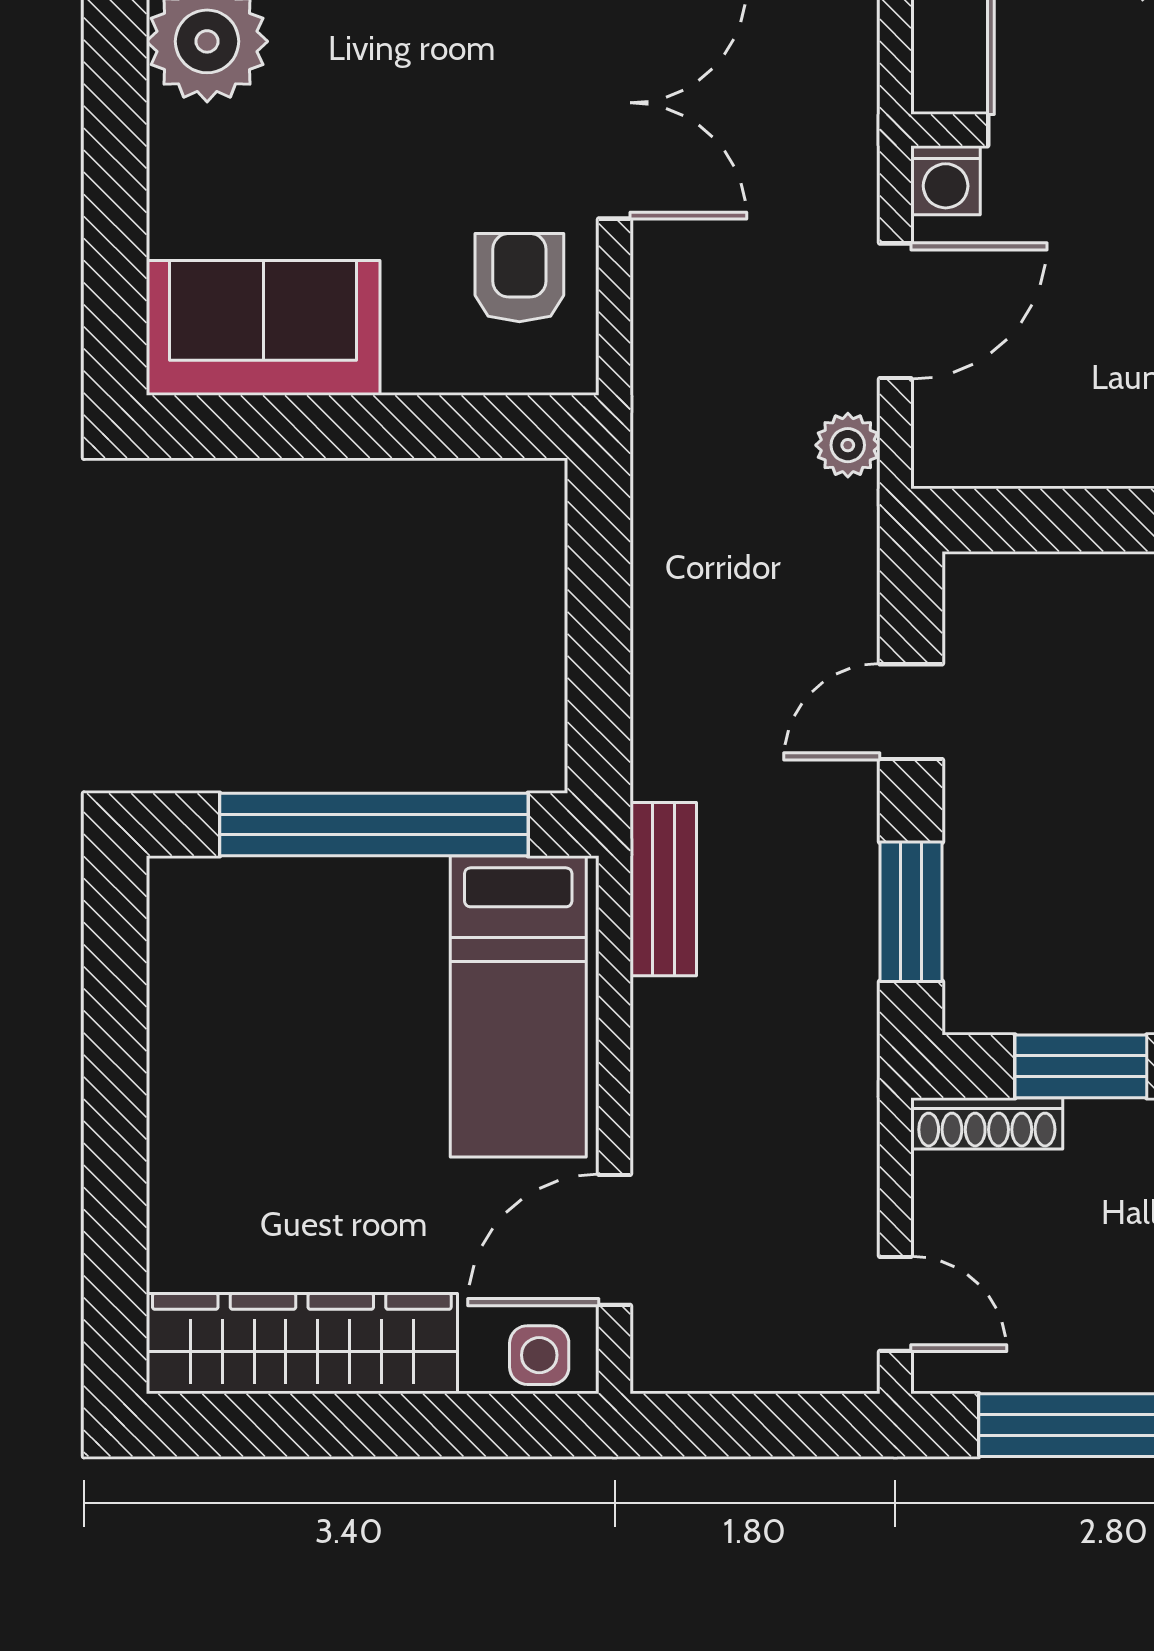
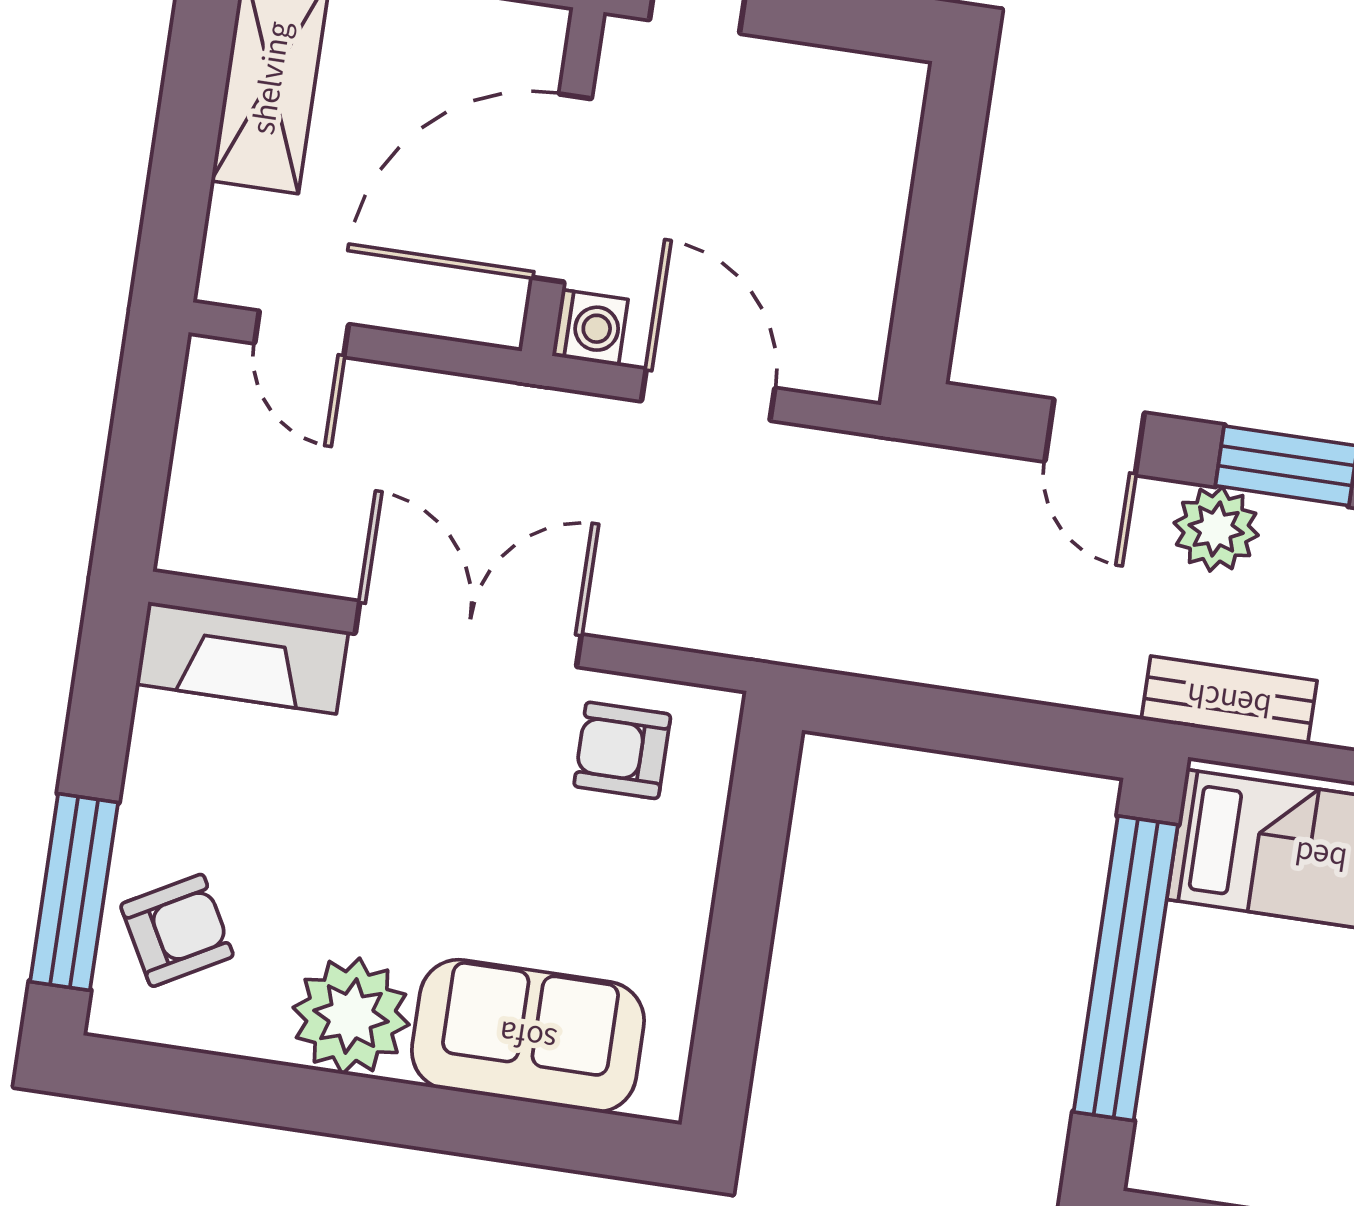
sofa: (263, 328) -> (528, 1036), moved, turned 90
plant: (848, 445) -> (1216, 529), moved, width x1.38, depth x1.38

